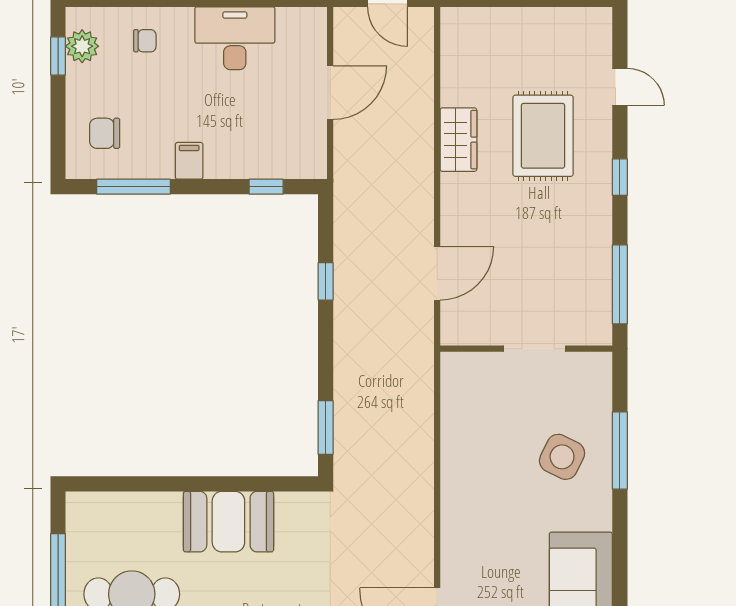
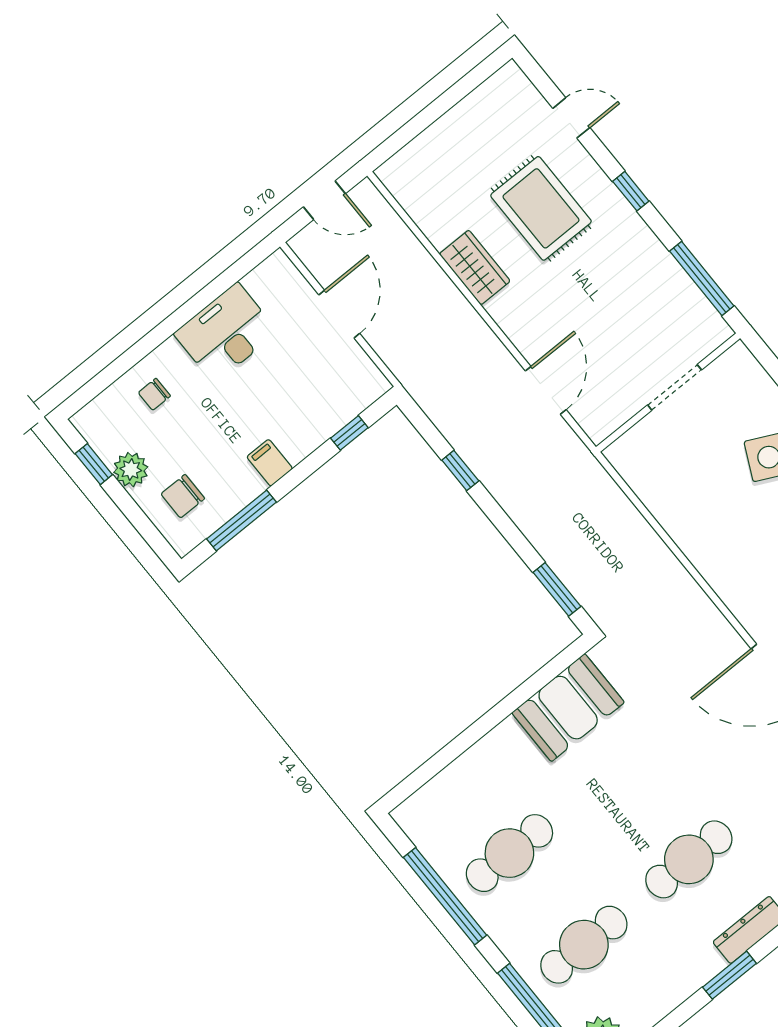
chair: (145, 41) -> (154, 394), turned 180
plant: (82, 46) -> (131, 470), moved
booth: (228, 522) -> (568, 708), moved

